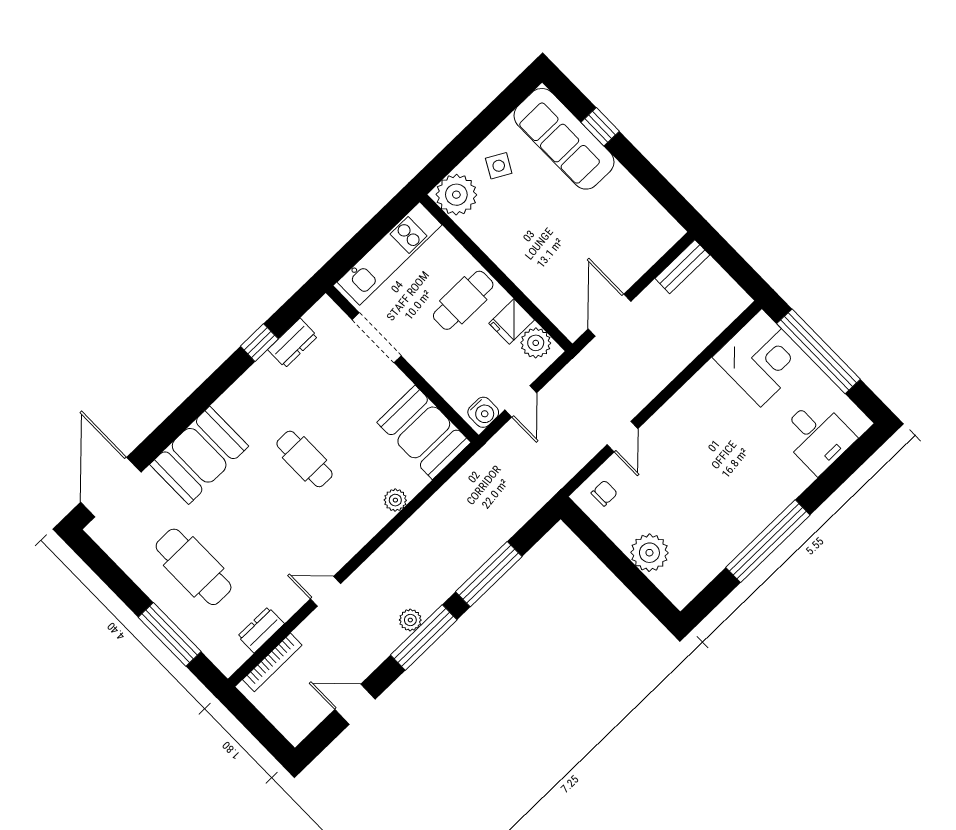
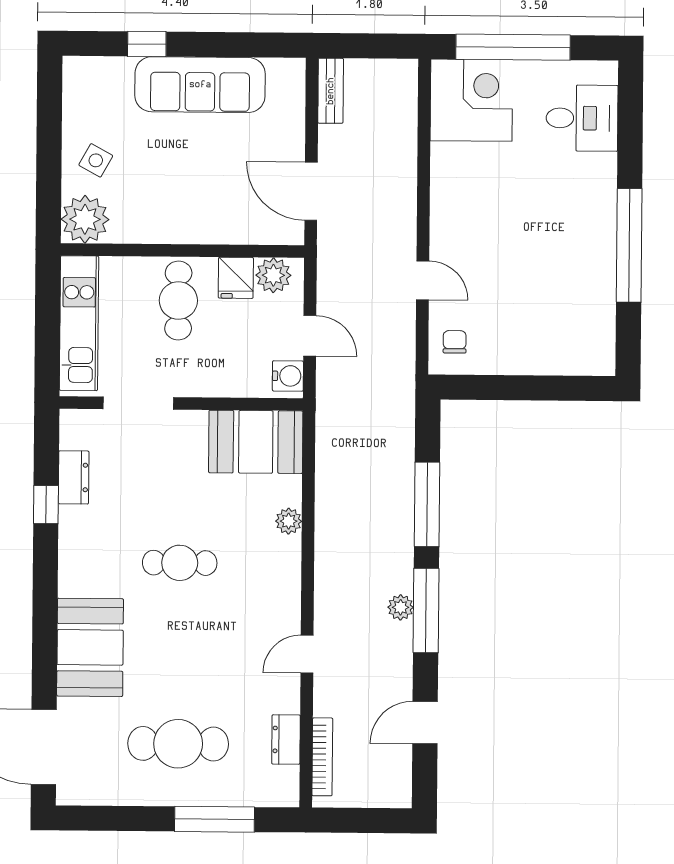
sofa: (564, 139) -> (200, 85), moved
plant: (649, 553) -> (541, 353), removed

